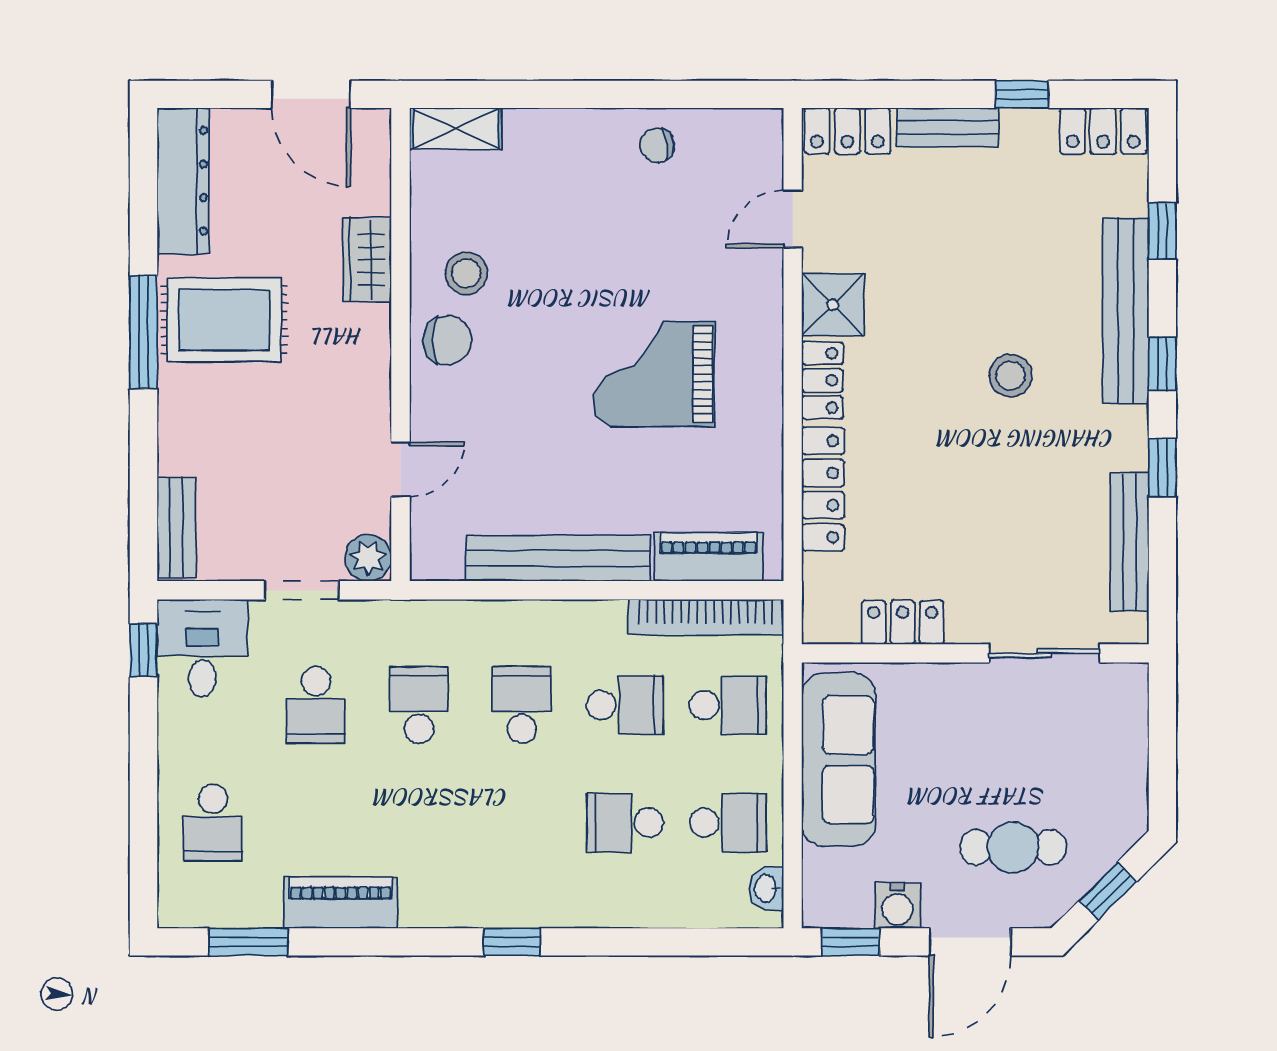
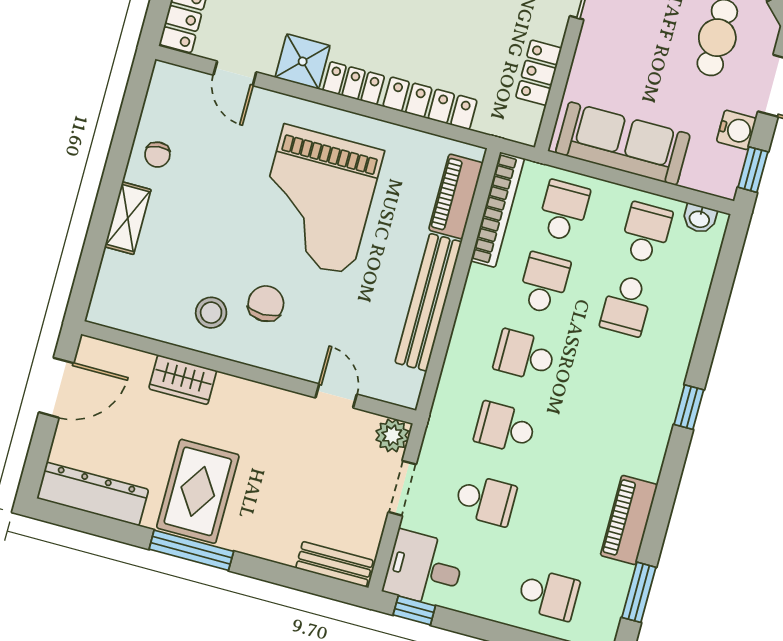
shelving: (456, 129) -> (128, 218), moved
chair: (447, 340) -> (266, 304), moved
grand piano: (654, 374) -> (317, 200), width x1.37, depth x1.48

